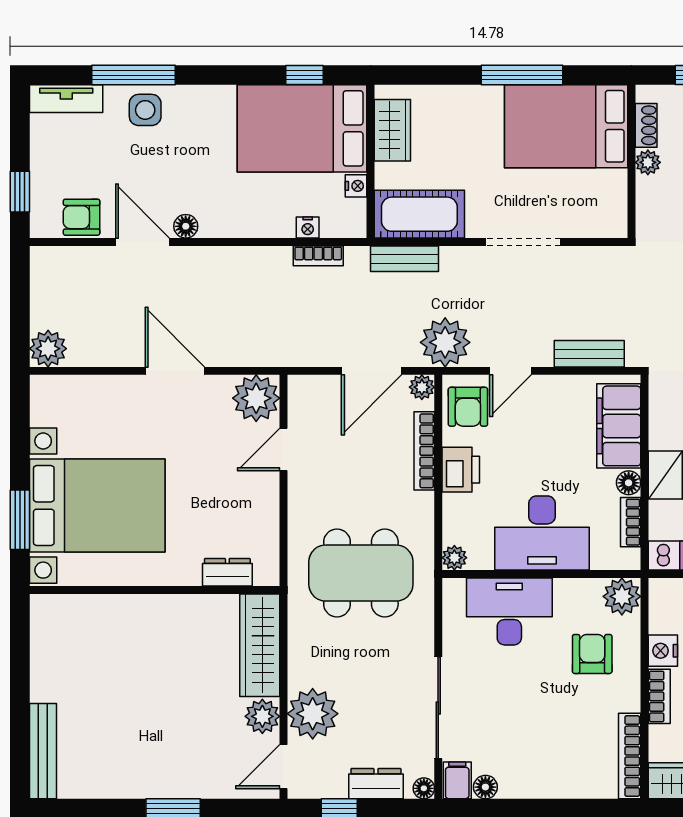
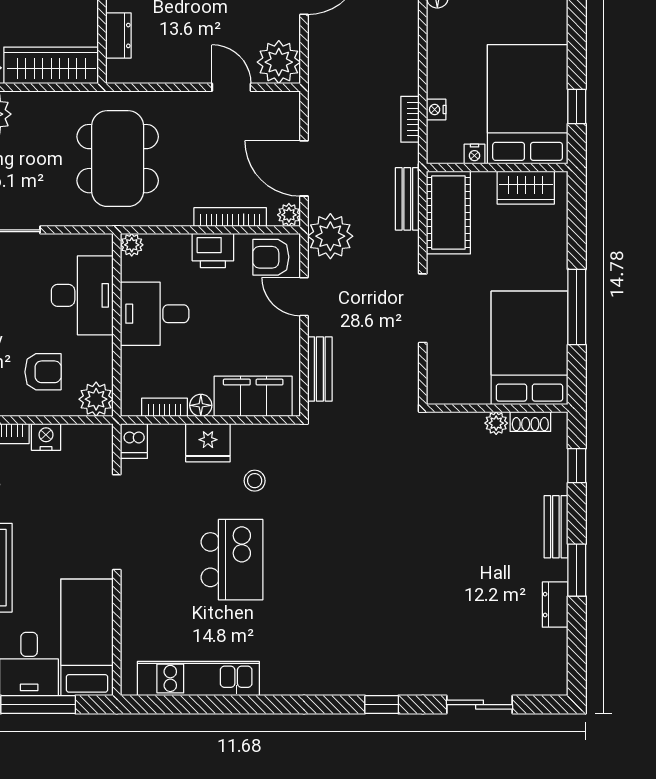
desk: (542, 533) -> (155, 314), width x0.73

